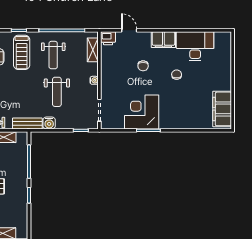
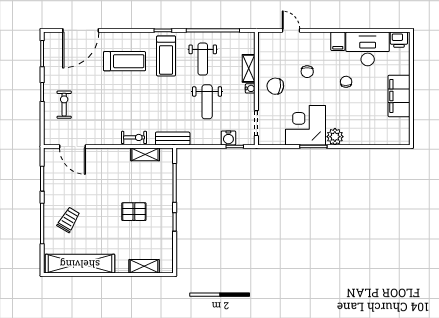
printer: (108, 38) -> (399, 40), moved
filing cabinet: (163, 40) -> (338, 41), width x0.50
shelving: (93, 50) -> (249, 68), moved
chair: (116, 78) -> (275, 86), added
filing cabinet: (222, 109) -> (399, 96), moved
plant: (167, 122) -> (335, 137), added
water cooler: (49, 123) -> (228, 138), moved

